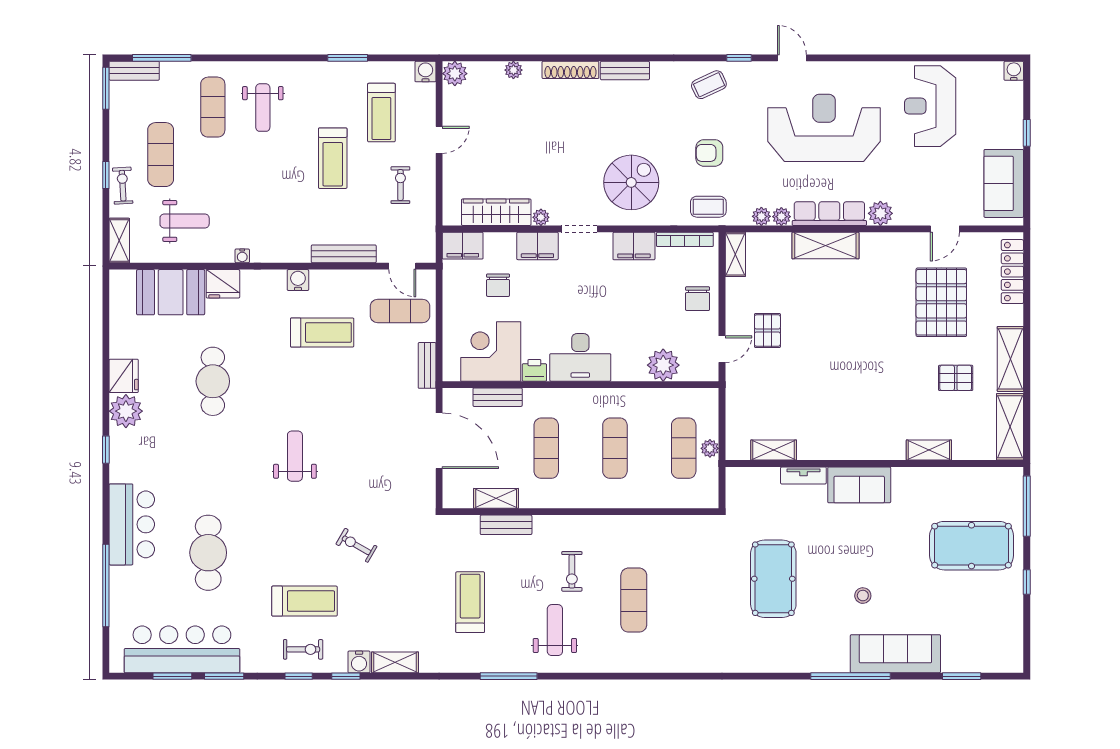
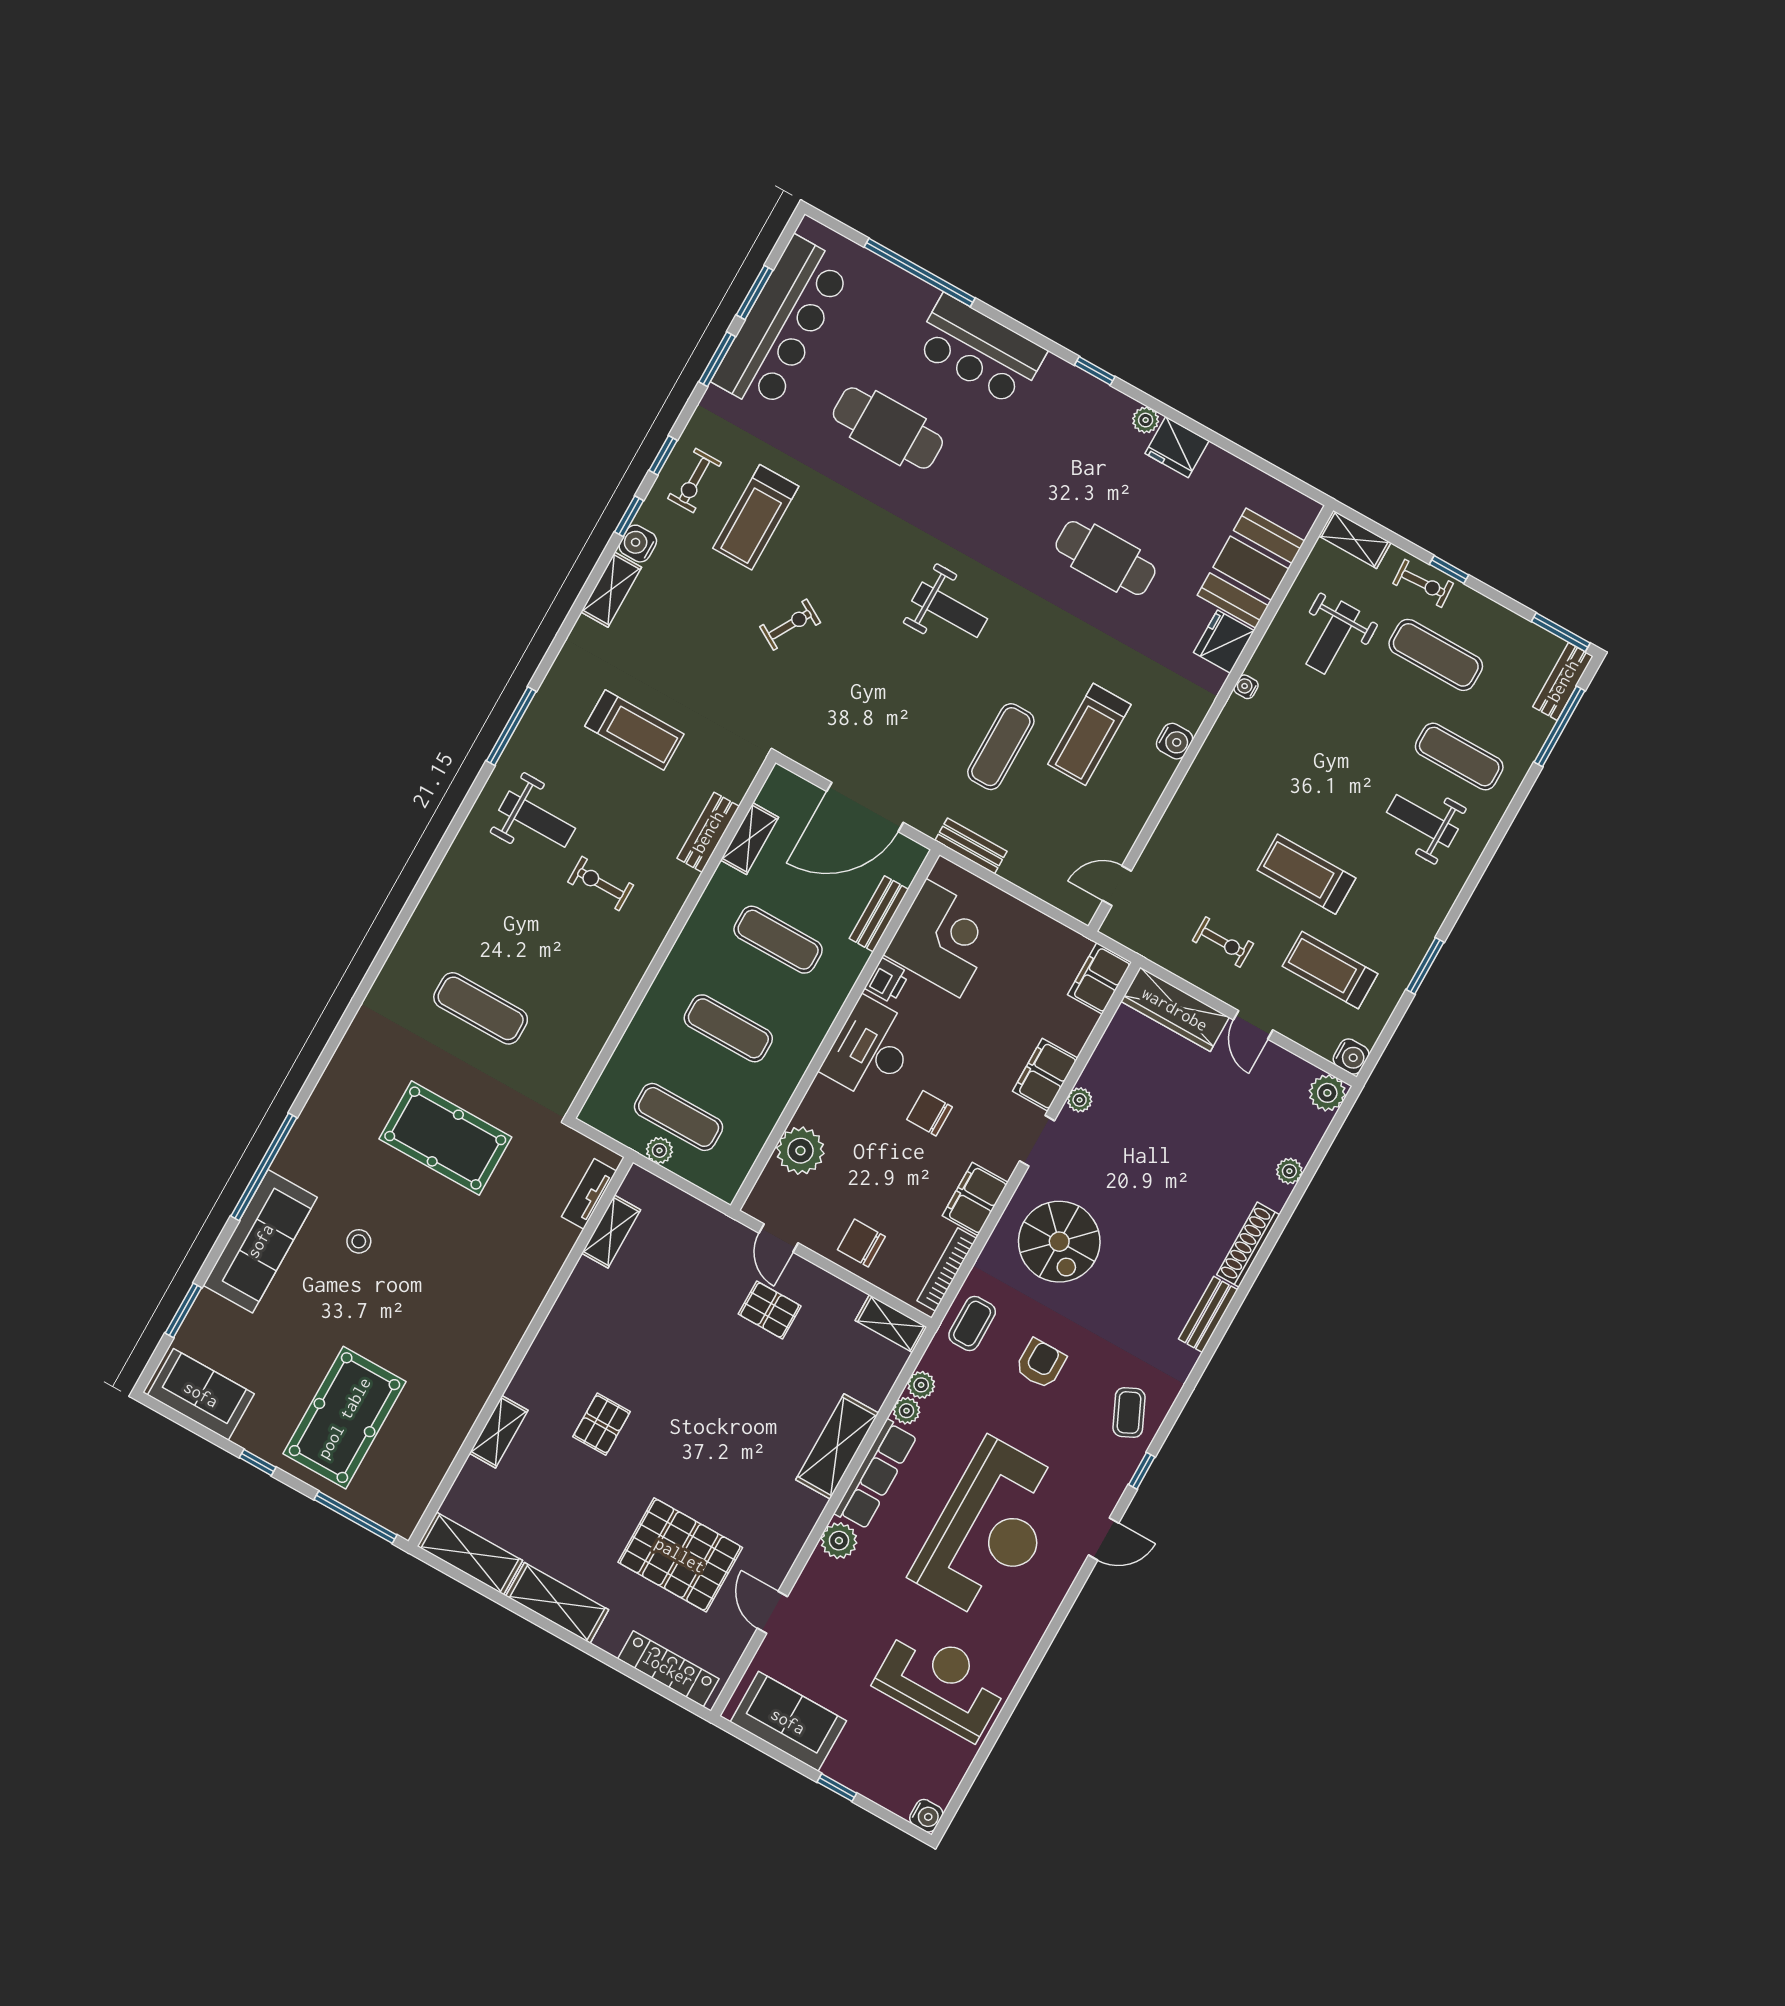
wardrobe: (496, 212) -> (1175, 1009), moved, turned 90
bench: (344, 254) -> (1175, 819), removed
chair: (498, 285) -> (930, 1113), moved
exercise mat: (400, 311) -> (1001, 747), moved
pallet: (956, 378) -> (602, 1424), moved
plant: (126, 411) -> (1146, 420), width x0.53, depth x0.53
tv unit: (803, 475) -> (589, 1194), moved
sofa: (859, 485) -> (201, 1394), moved, turned 90
exercise mat: (634, 600) -> (481, 1008), moved

